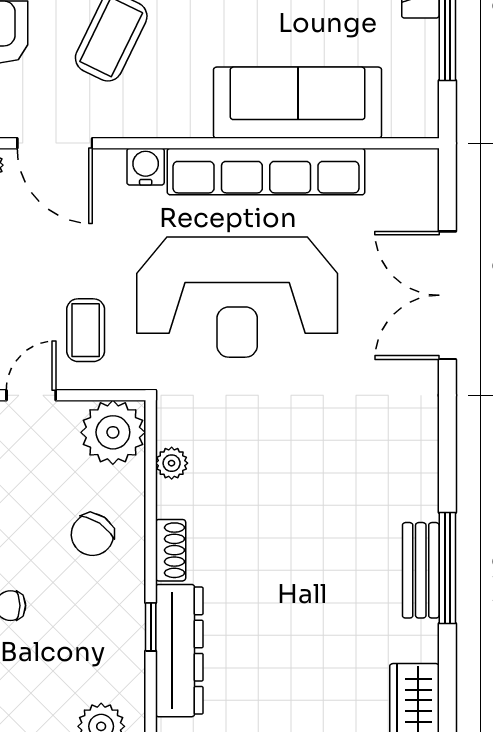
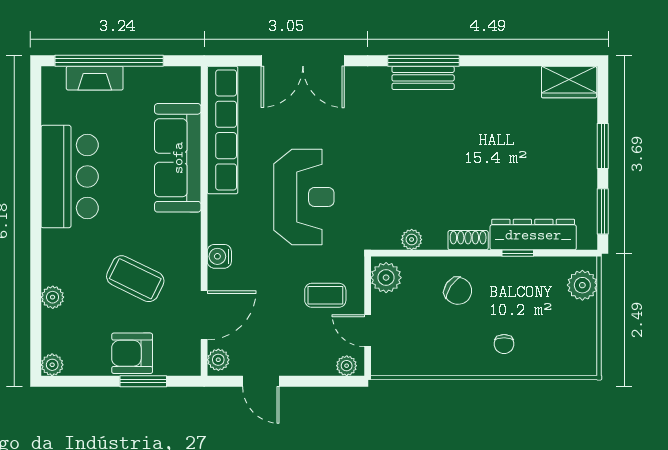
row of seats: (266, 172) -> (222, 130), moved
reception desk: (237, 297) -> (304, 197), width x0.74, depth x0.77
plant: (113, 432) -> (386, 278), width x0.73, depth x0.73
window: (447, 568) -> (423, 61), moved
bench: (421, 570) -> (423, 78), moved

